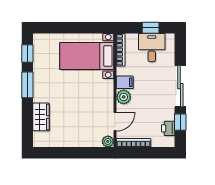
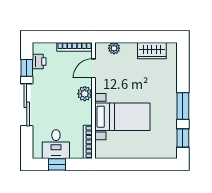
bed with nightstands: (87, 56) -> (122, 117), moved
filing cabinet: (125, 82) -> (83, 109), removed
wardrobe: (41, 117) -> (152, 51), moved, turned -90
plant: (108, 141) -> (114, 48), moved

